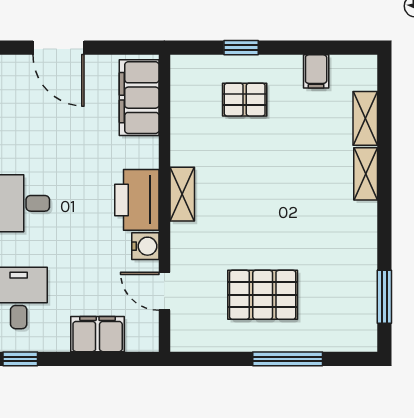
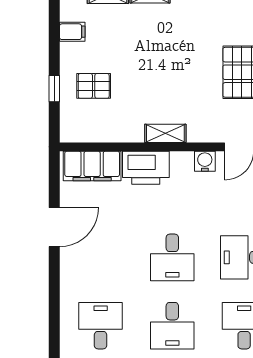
pallet: (245, 100) -> (94, 86), turned 90
printer: (137, 200) -> (146, 168), moved

